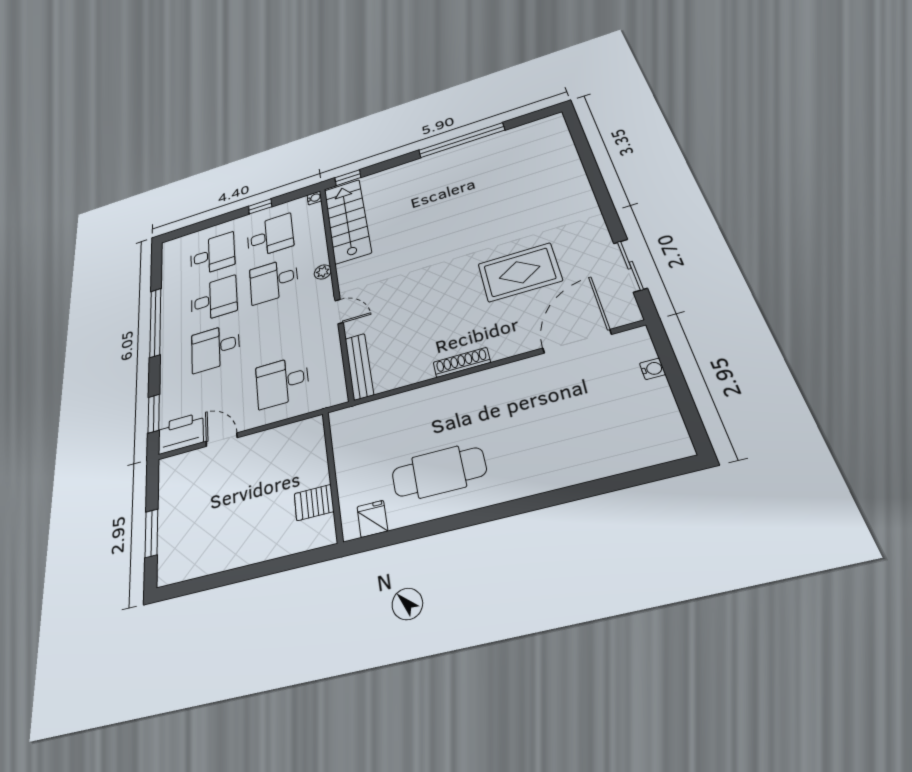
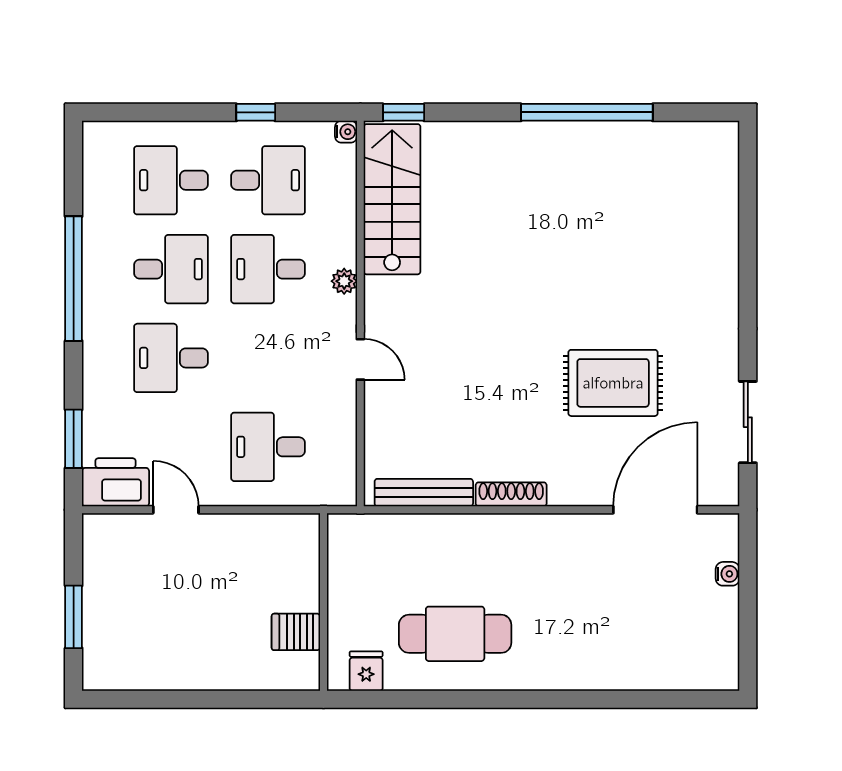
desk: (213, 254) -> (171, 180), turned 180
bench: (359, 366) -> (424, 493), moved, turned 90

